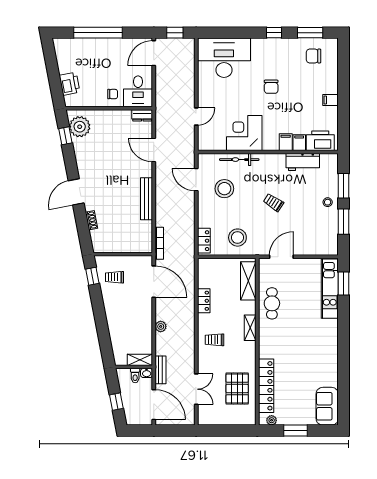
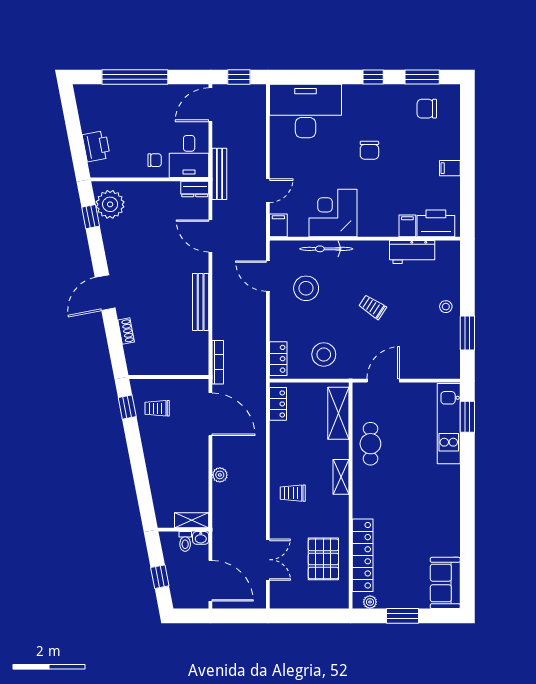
filing cabinet: (286, 142) -> (278, 225), moved
window: (343, 186) -> (467, 284), removed
locker: (204, 301) -> (278, 404), moved
bench: (160, 370) -> (219, 174), moved, width x1.36

